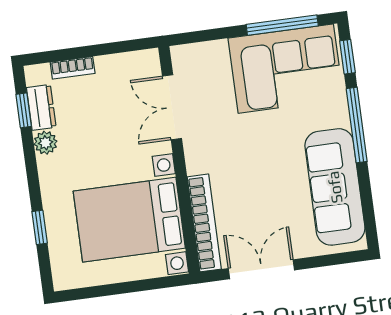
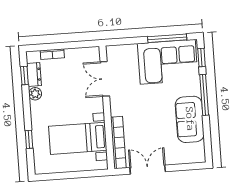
sofa: (335, 187) -> (190, 119), width x0.73
bed with nightstands: (129, 220) -> (78, 138), width x0.73

